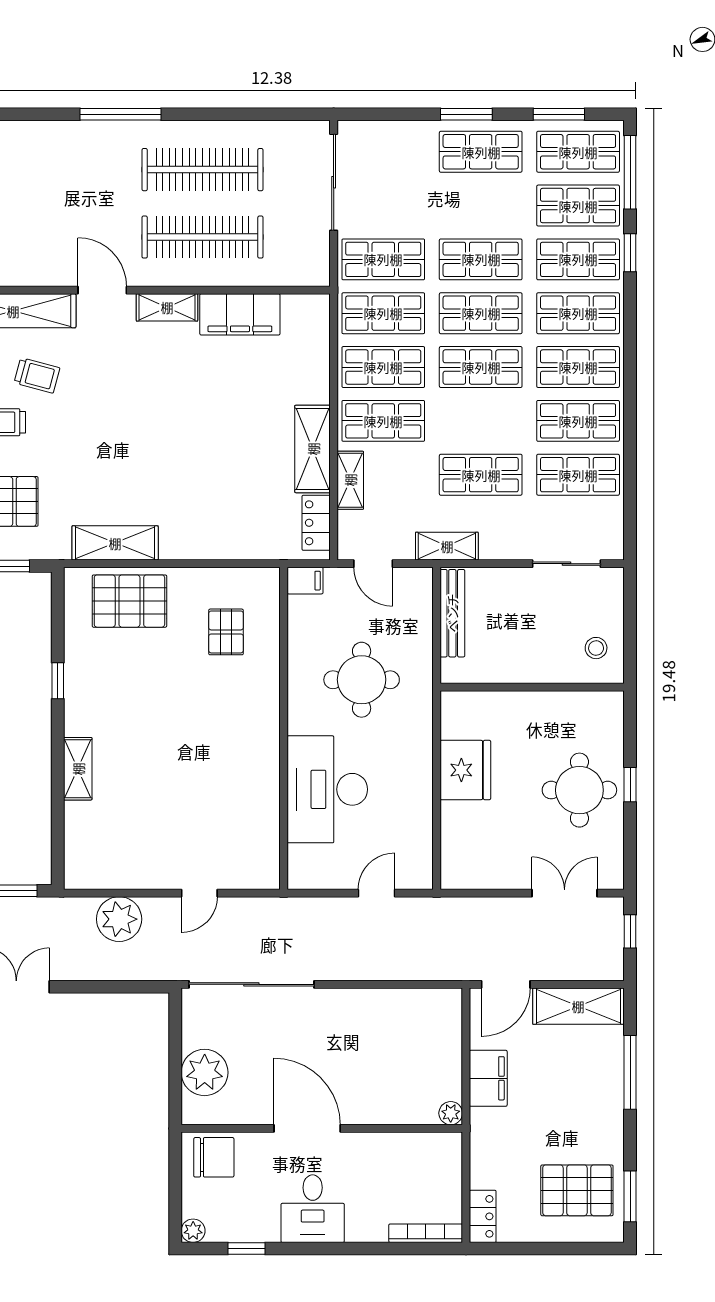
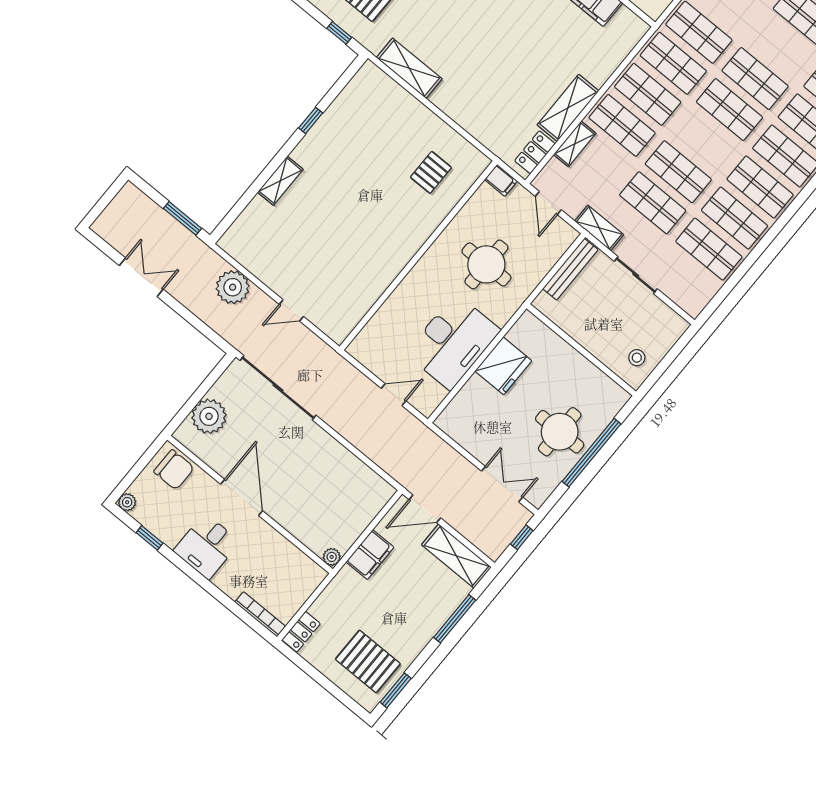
shop shelf: (481, 367) -> (678, 172), moved
sliding door: (566, 564) -> (636, 275), moved
pallet: (129, 601) -> (390, 109), removed
window: (630, 785) -> (591, 453), width x3.17
desk: (327, 789) -> (453, 342), moved, turned 180

